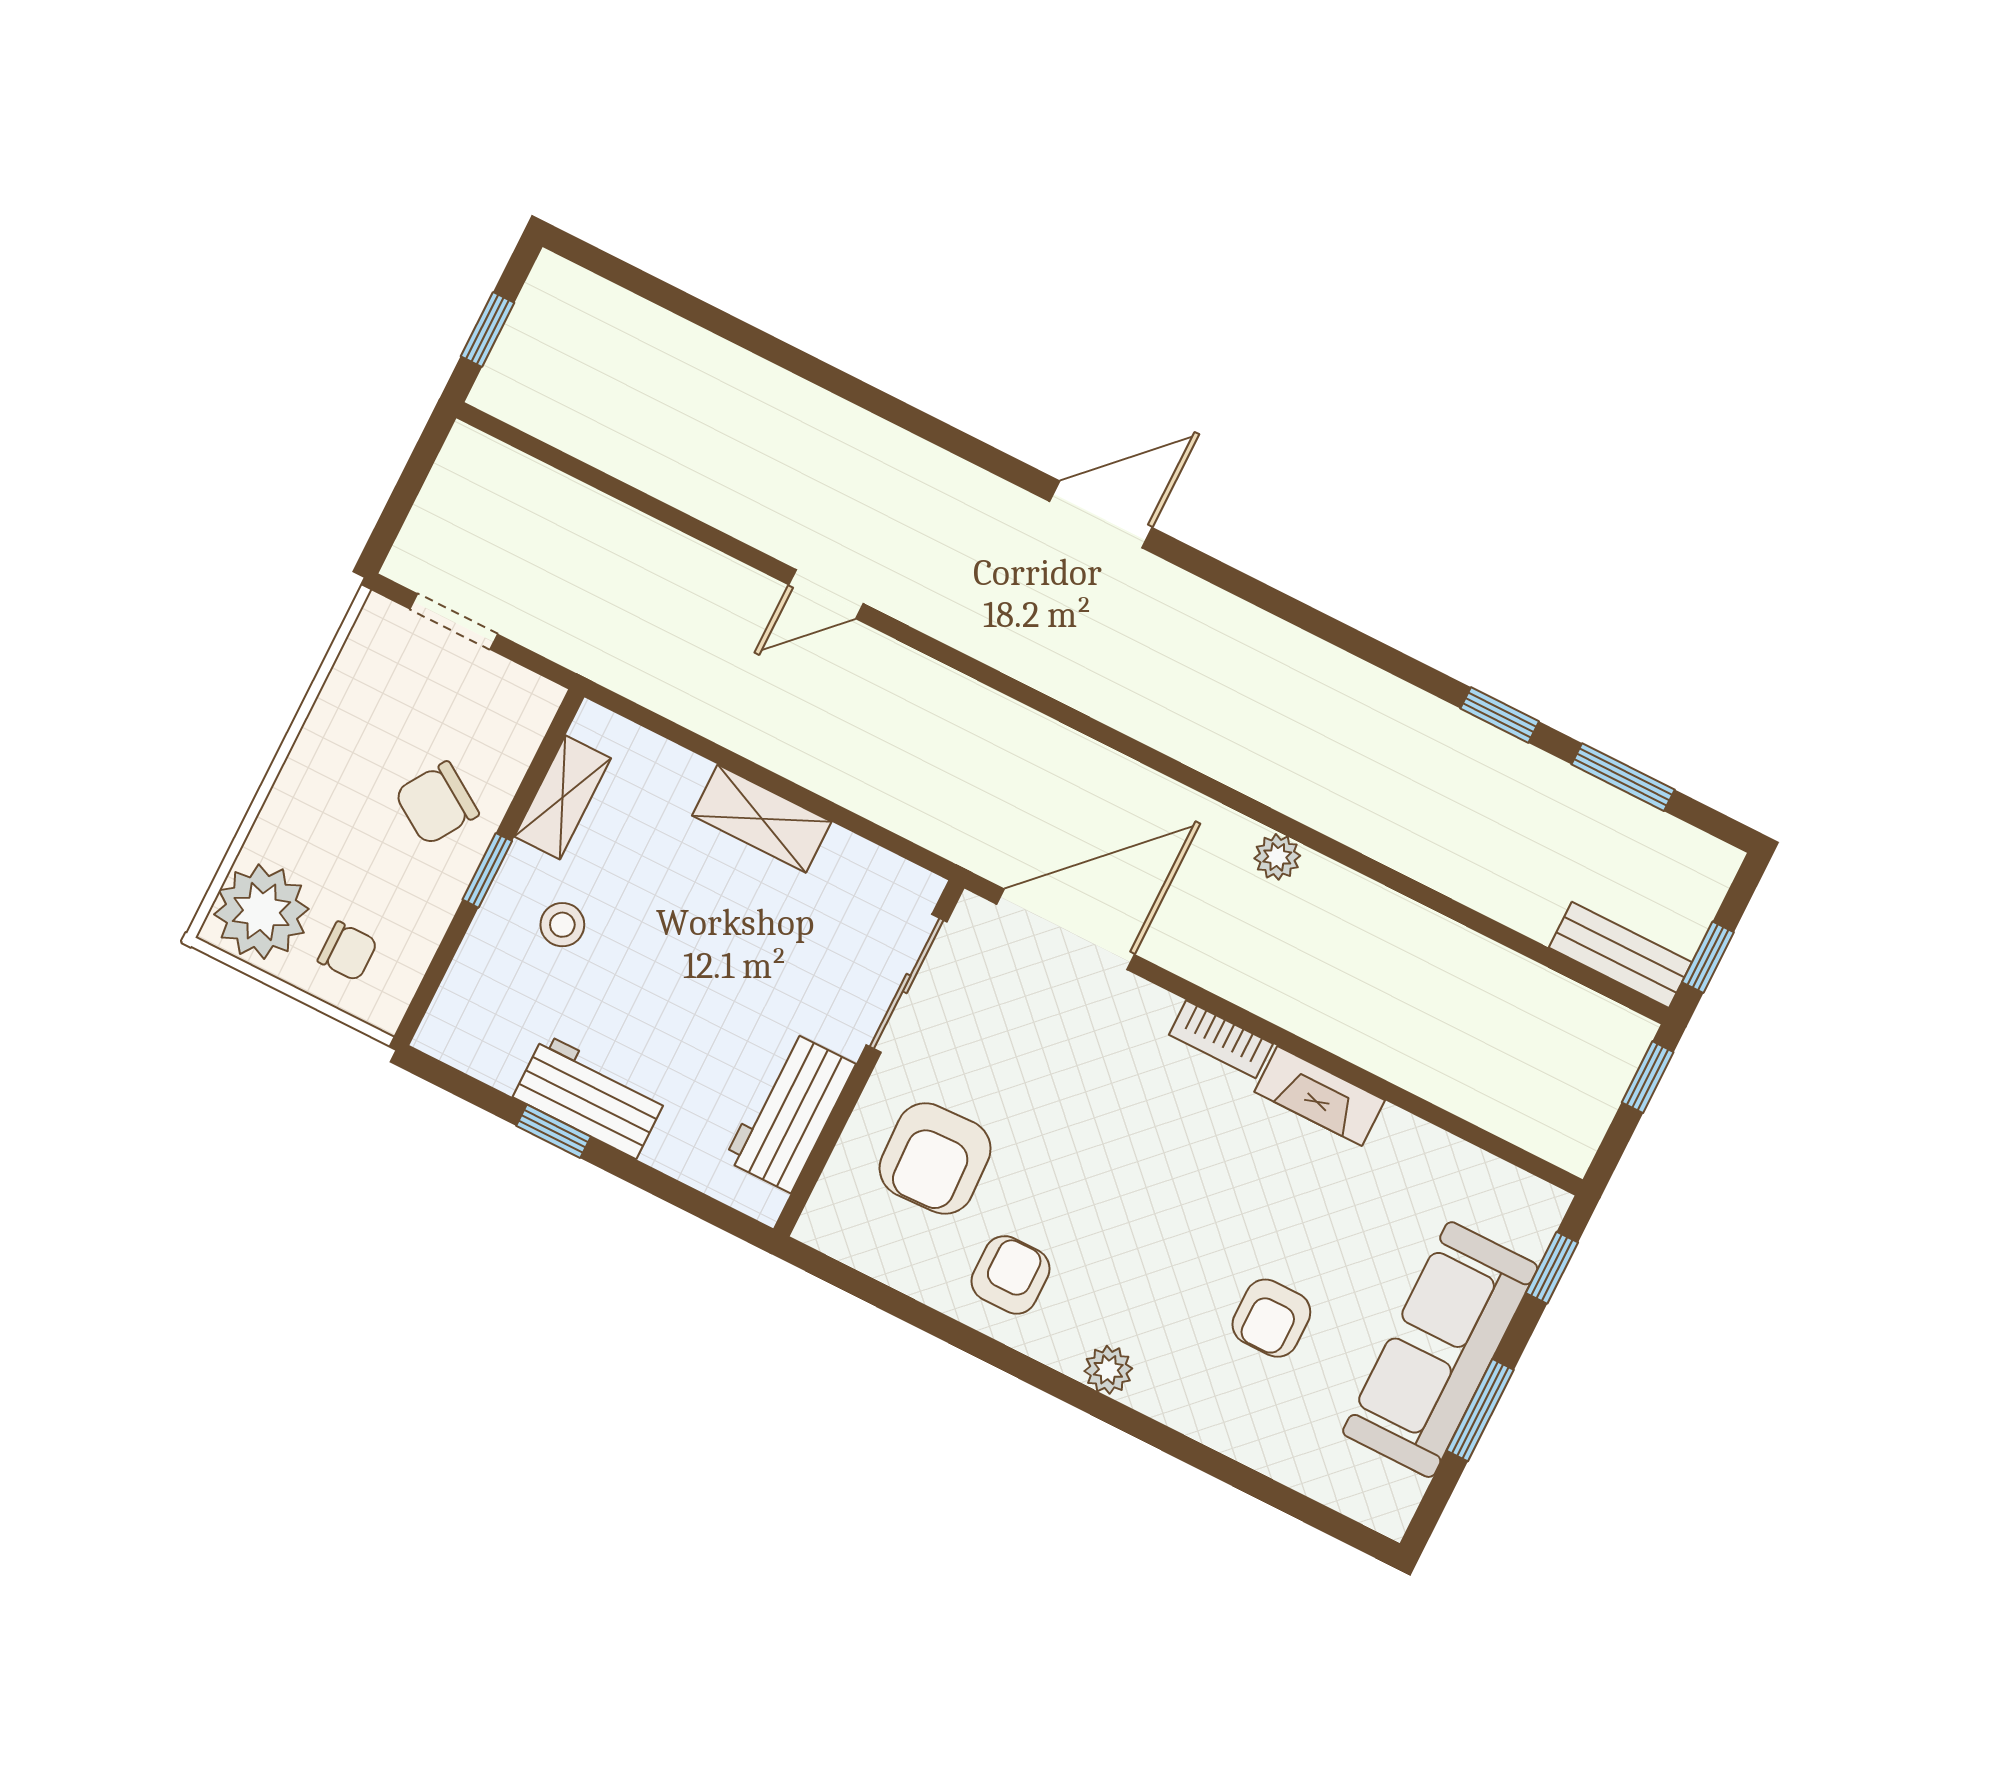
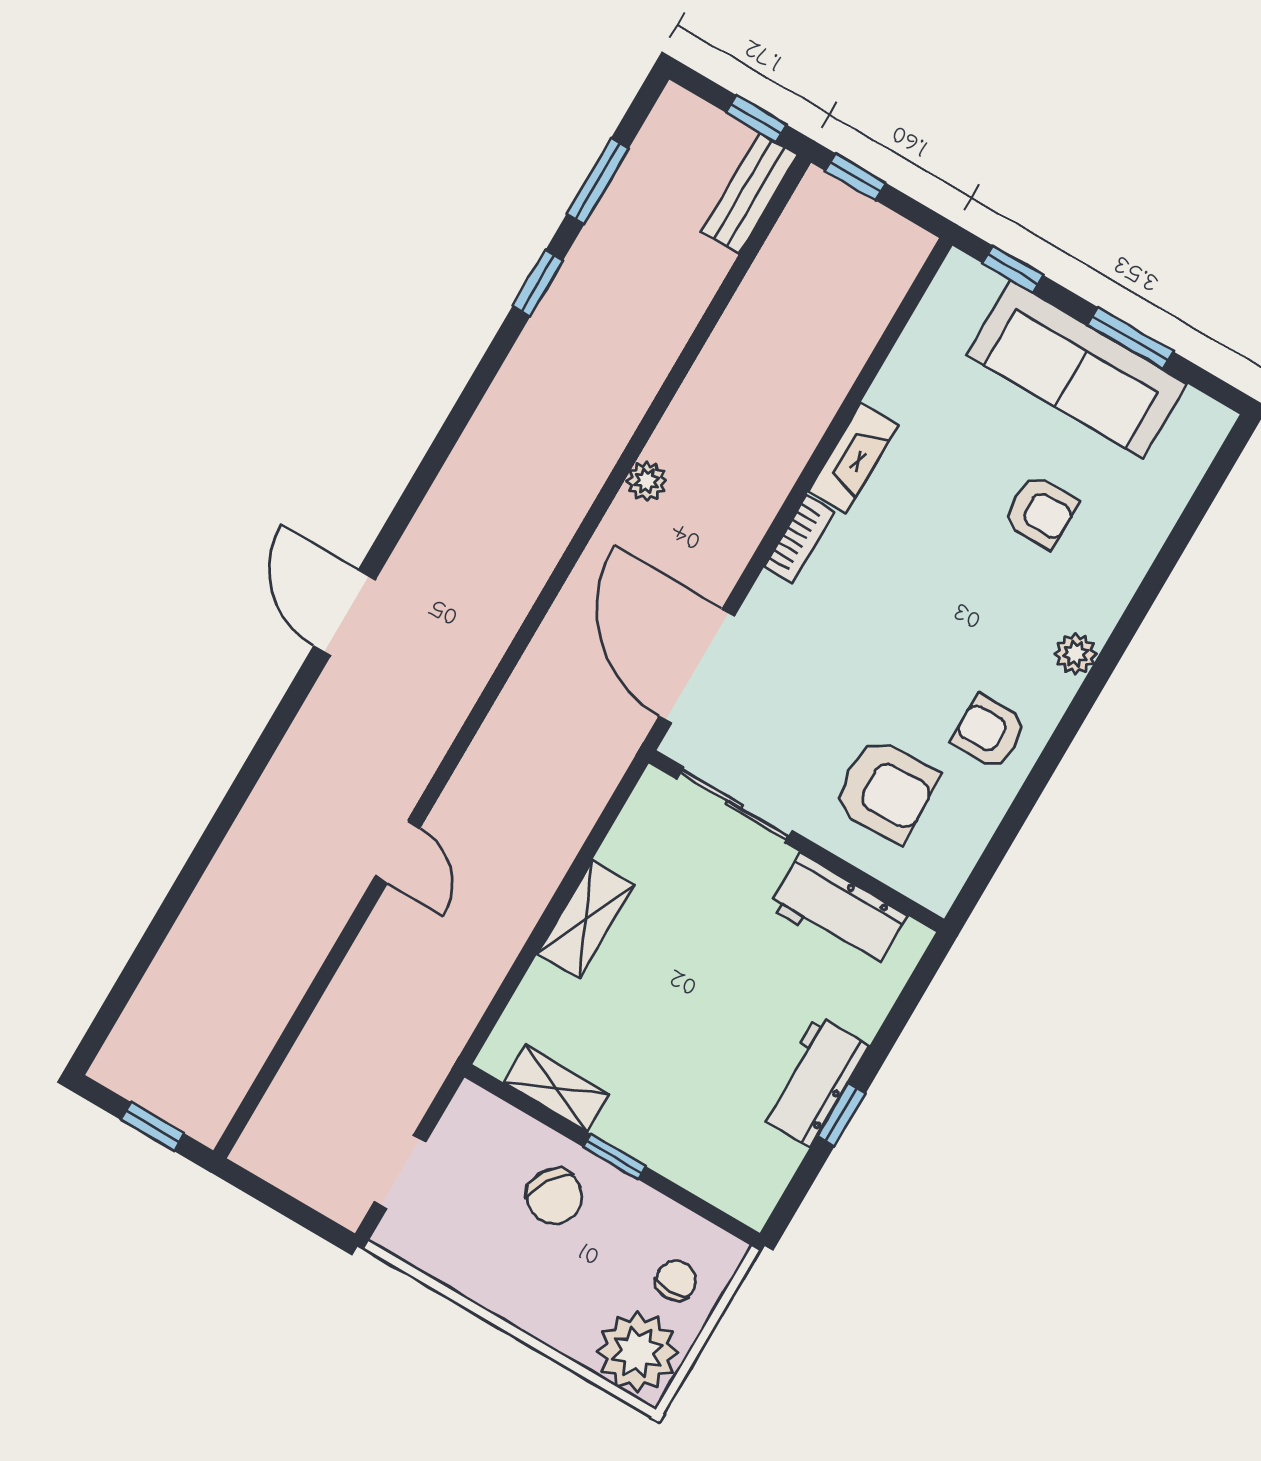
stool: (562, 925) -> (665, 1096), removed

